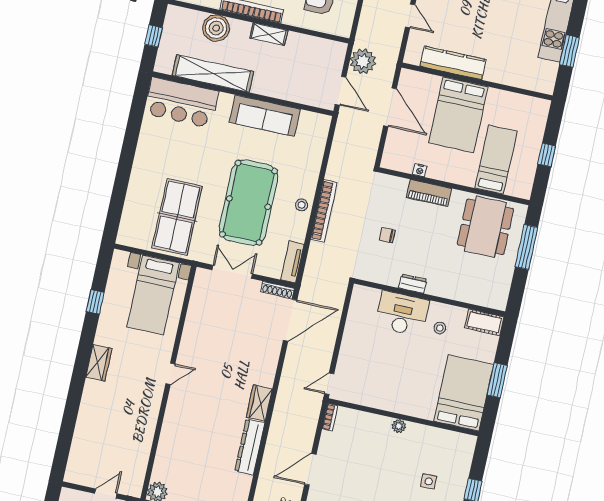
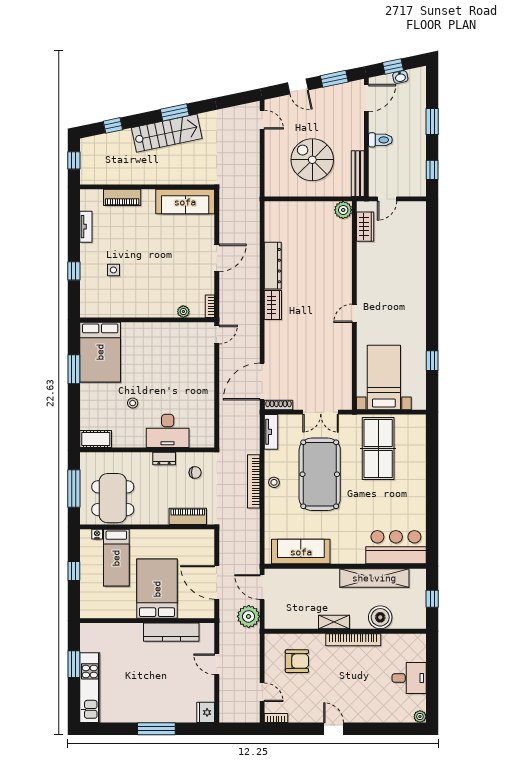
sofa: (265, 116) -> (301, 552), moved
nightstand: (420, 170) -> (97, 534), moved
piano: (429, 193) -> (188, 516), moved
dresser: (413, 284) -> (164, 458), moved
wall: (430, 298) -> (147, 450), moved
desk: (402, 314) -> (168, 431), moved
cot: (484, 322) -> (96, 439), moved
wardrobe: (99, 363) -> (365, 227), moved, turned 180
plant: (399, 426) -> (183, 312), moved

